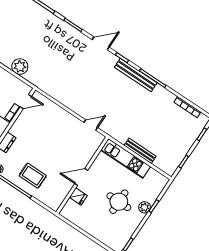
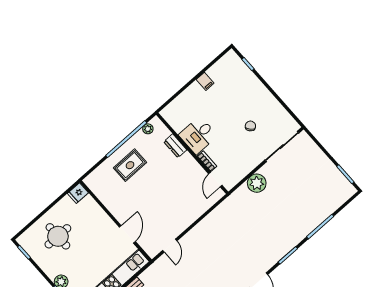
door: (81, 177) -> (127, 234), moved
fridge: (78, 196) -> (78, 193), moved
round table: (119, 202) -> (58, 236), moved

